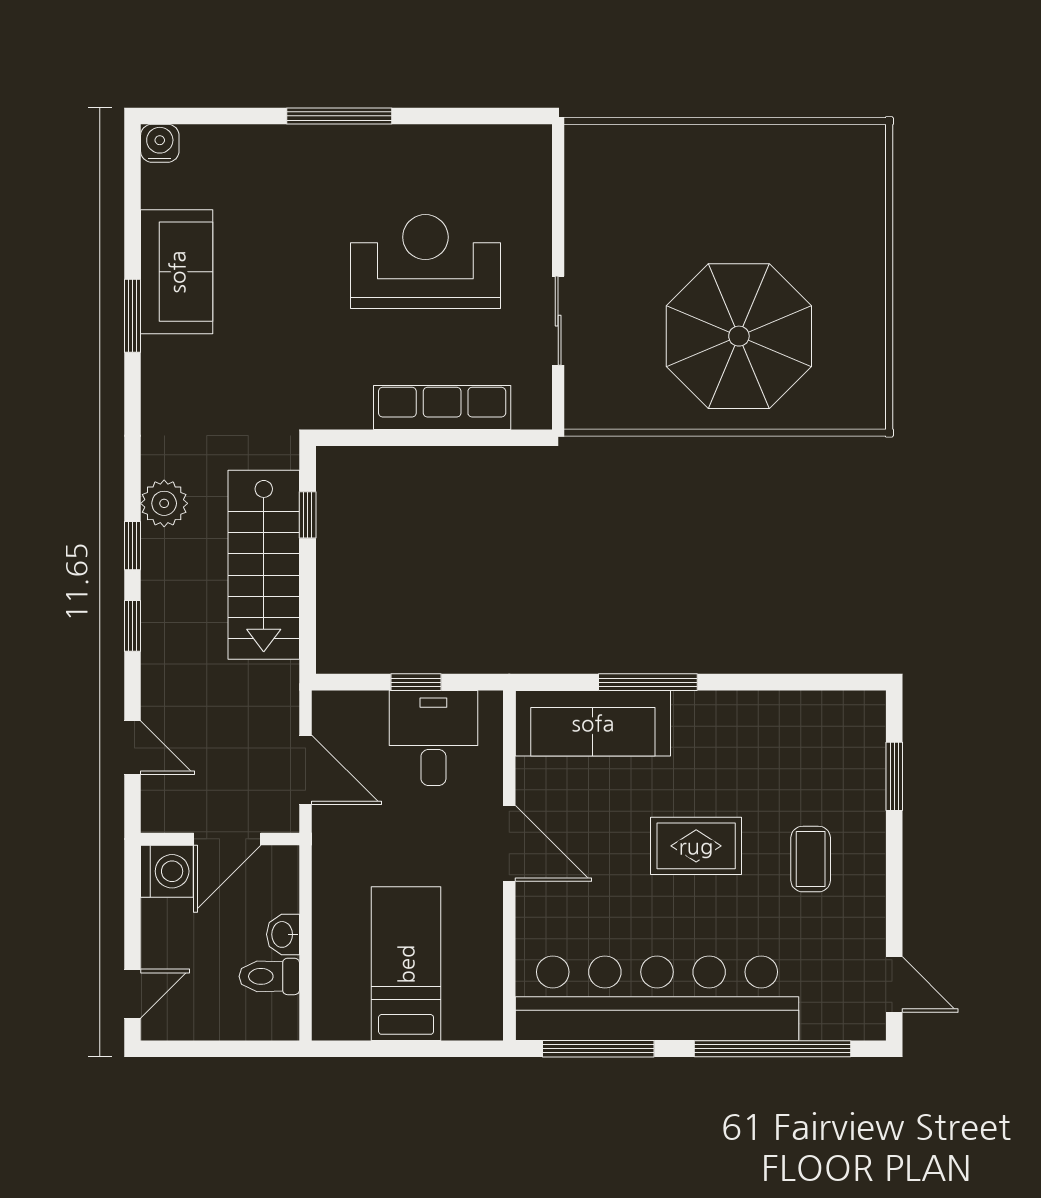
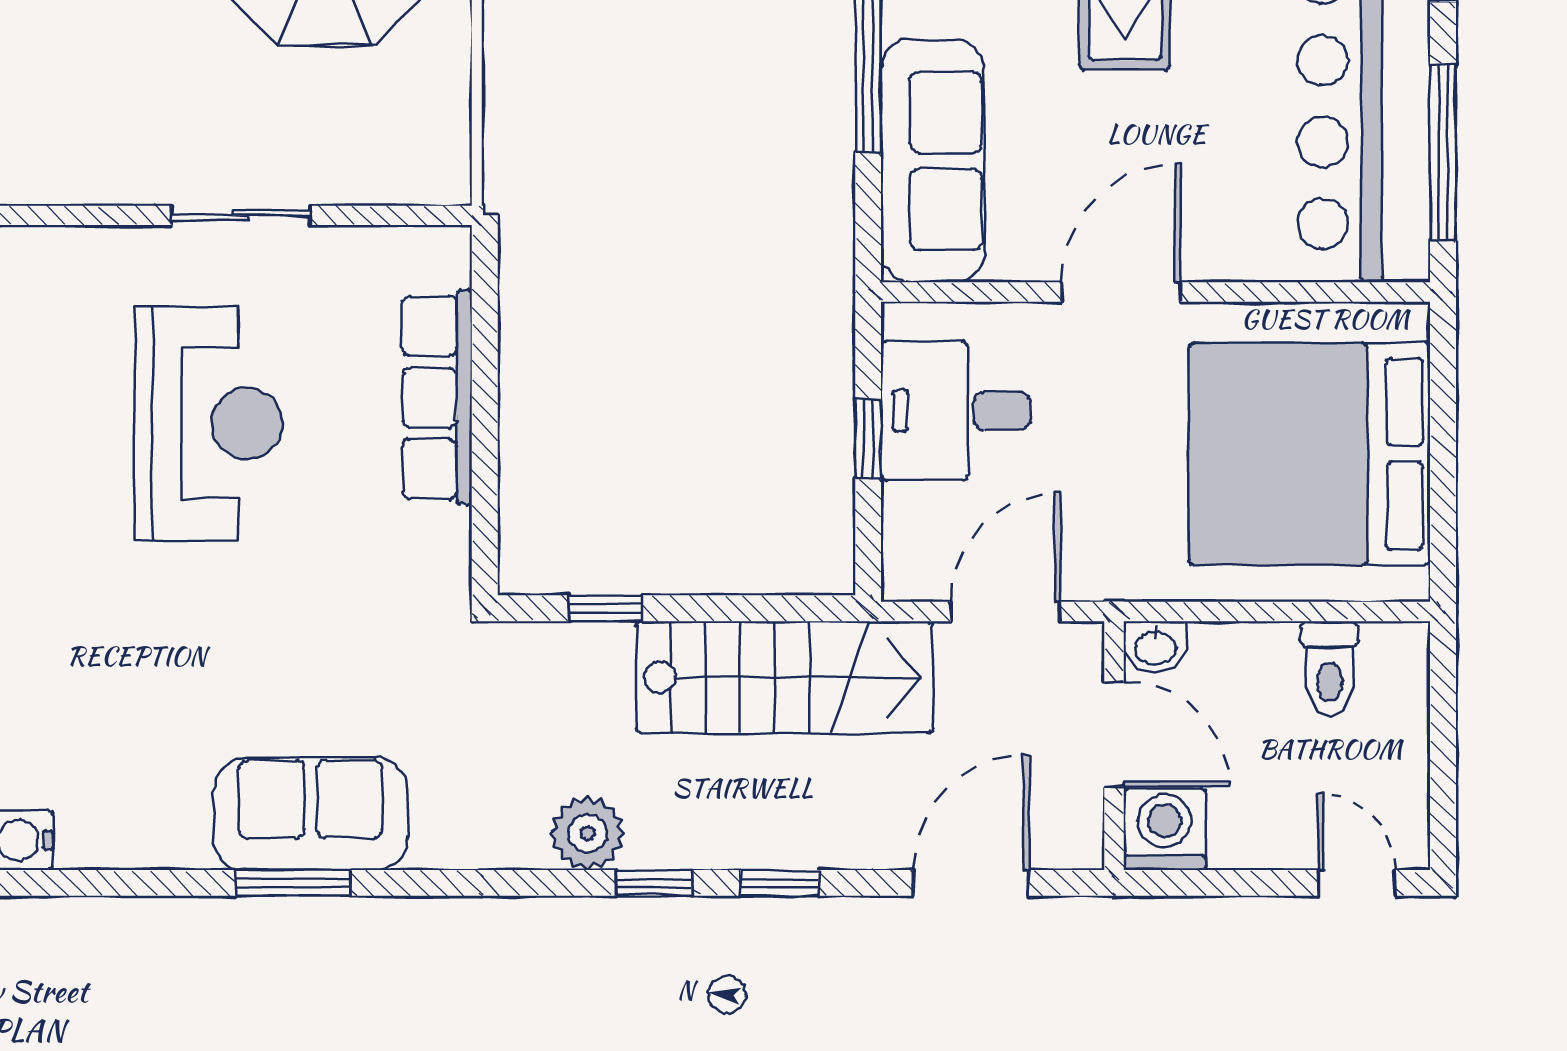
reception desk: (425, 262) -> (208, 423), turned 180
sofa: (177, 272) -> (310, 814), moved
sliding door: (558, 321) -> (241, 215), moved
stairs: (264, 565) -> (785, 677), moved
door: (132, 748) -> (971, 883), width x1.38
washbasin: (283, 934) -> (1155, 647), moved
bed: (406, 964) -> (1310, 454), width x2.04

